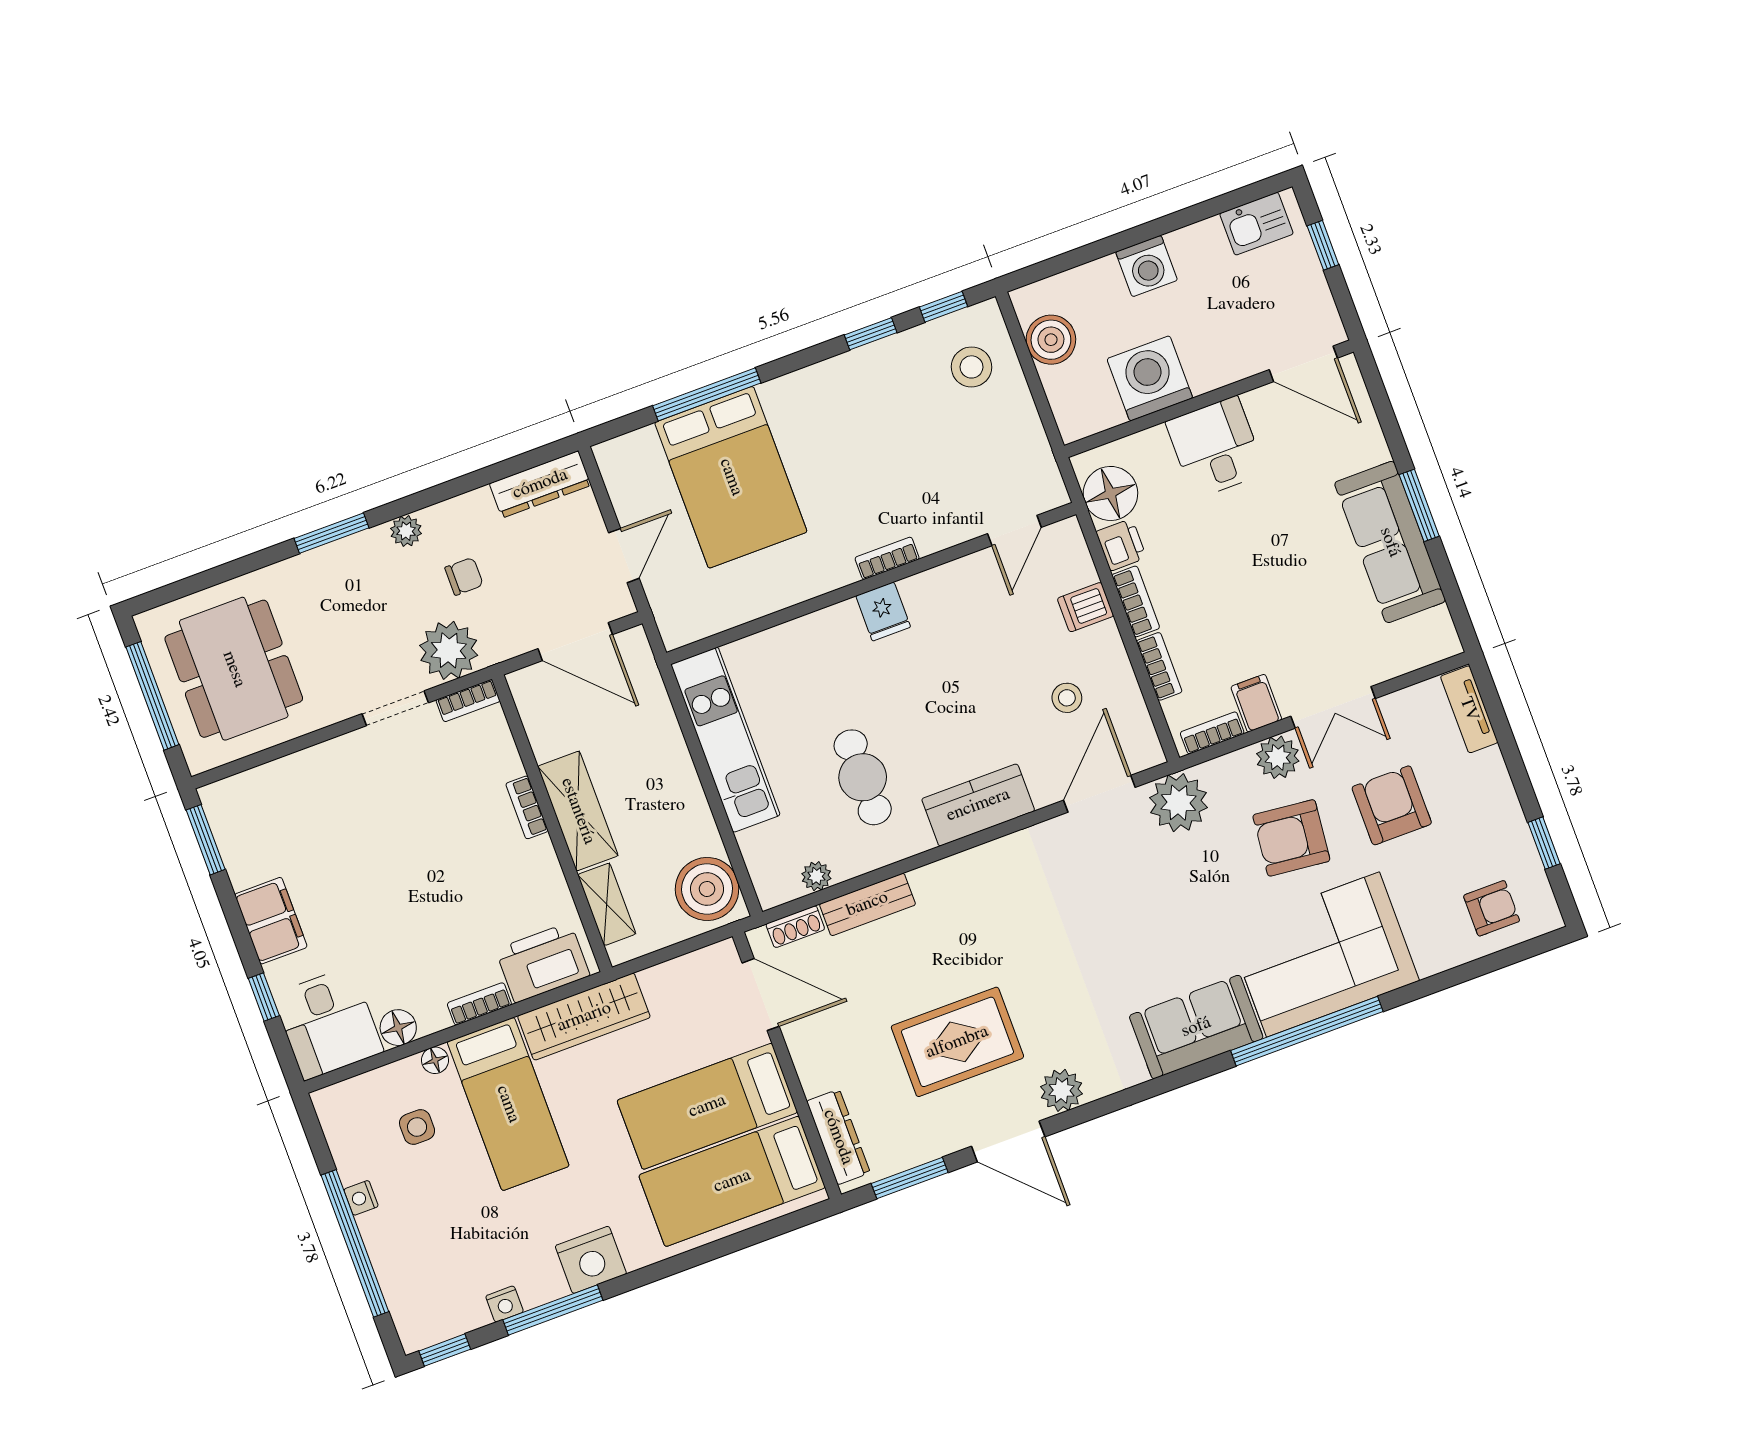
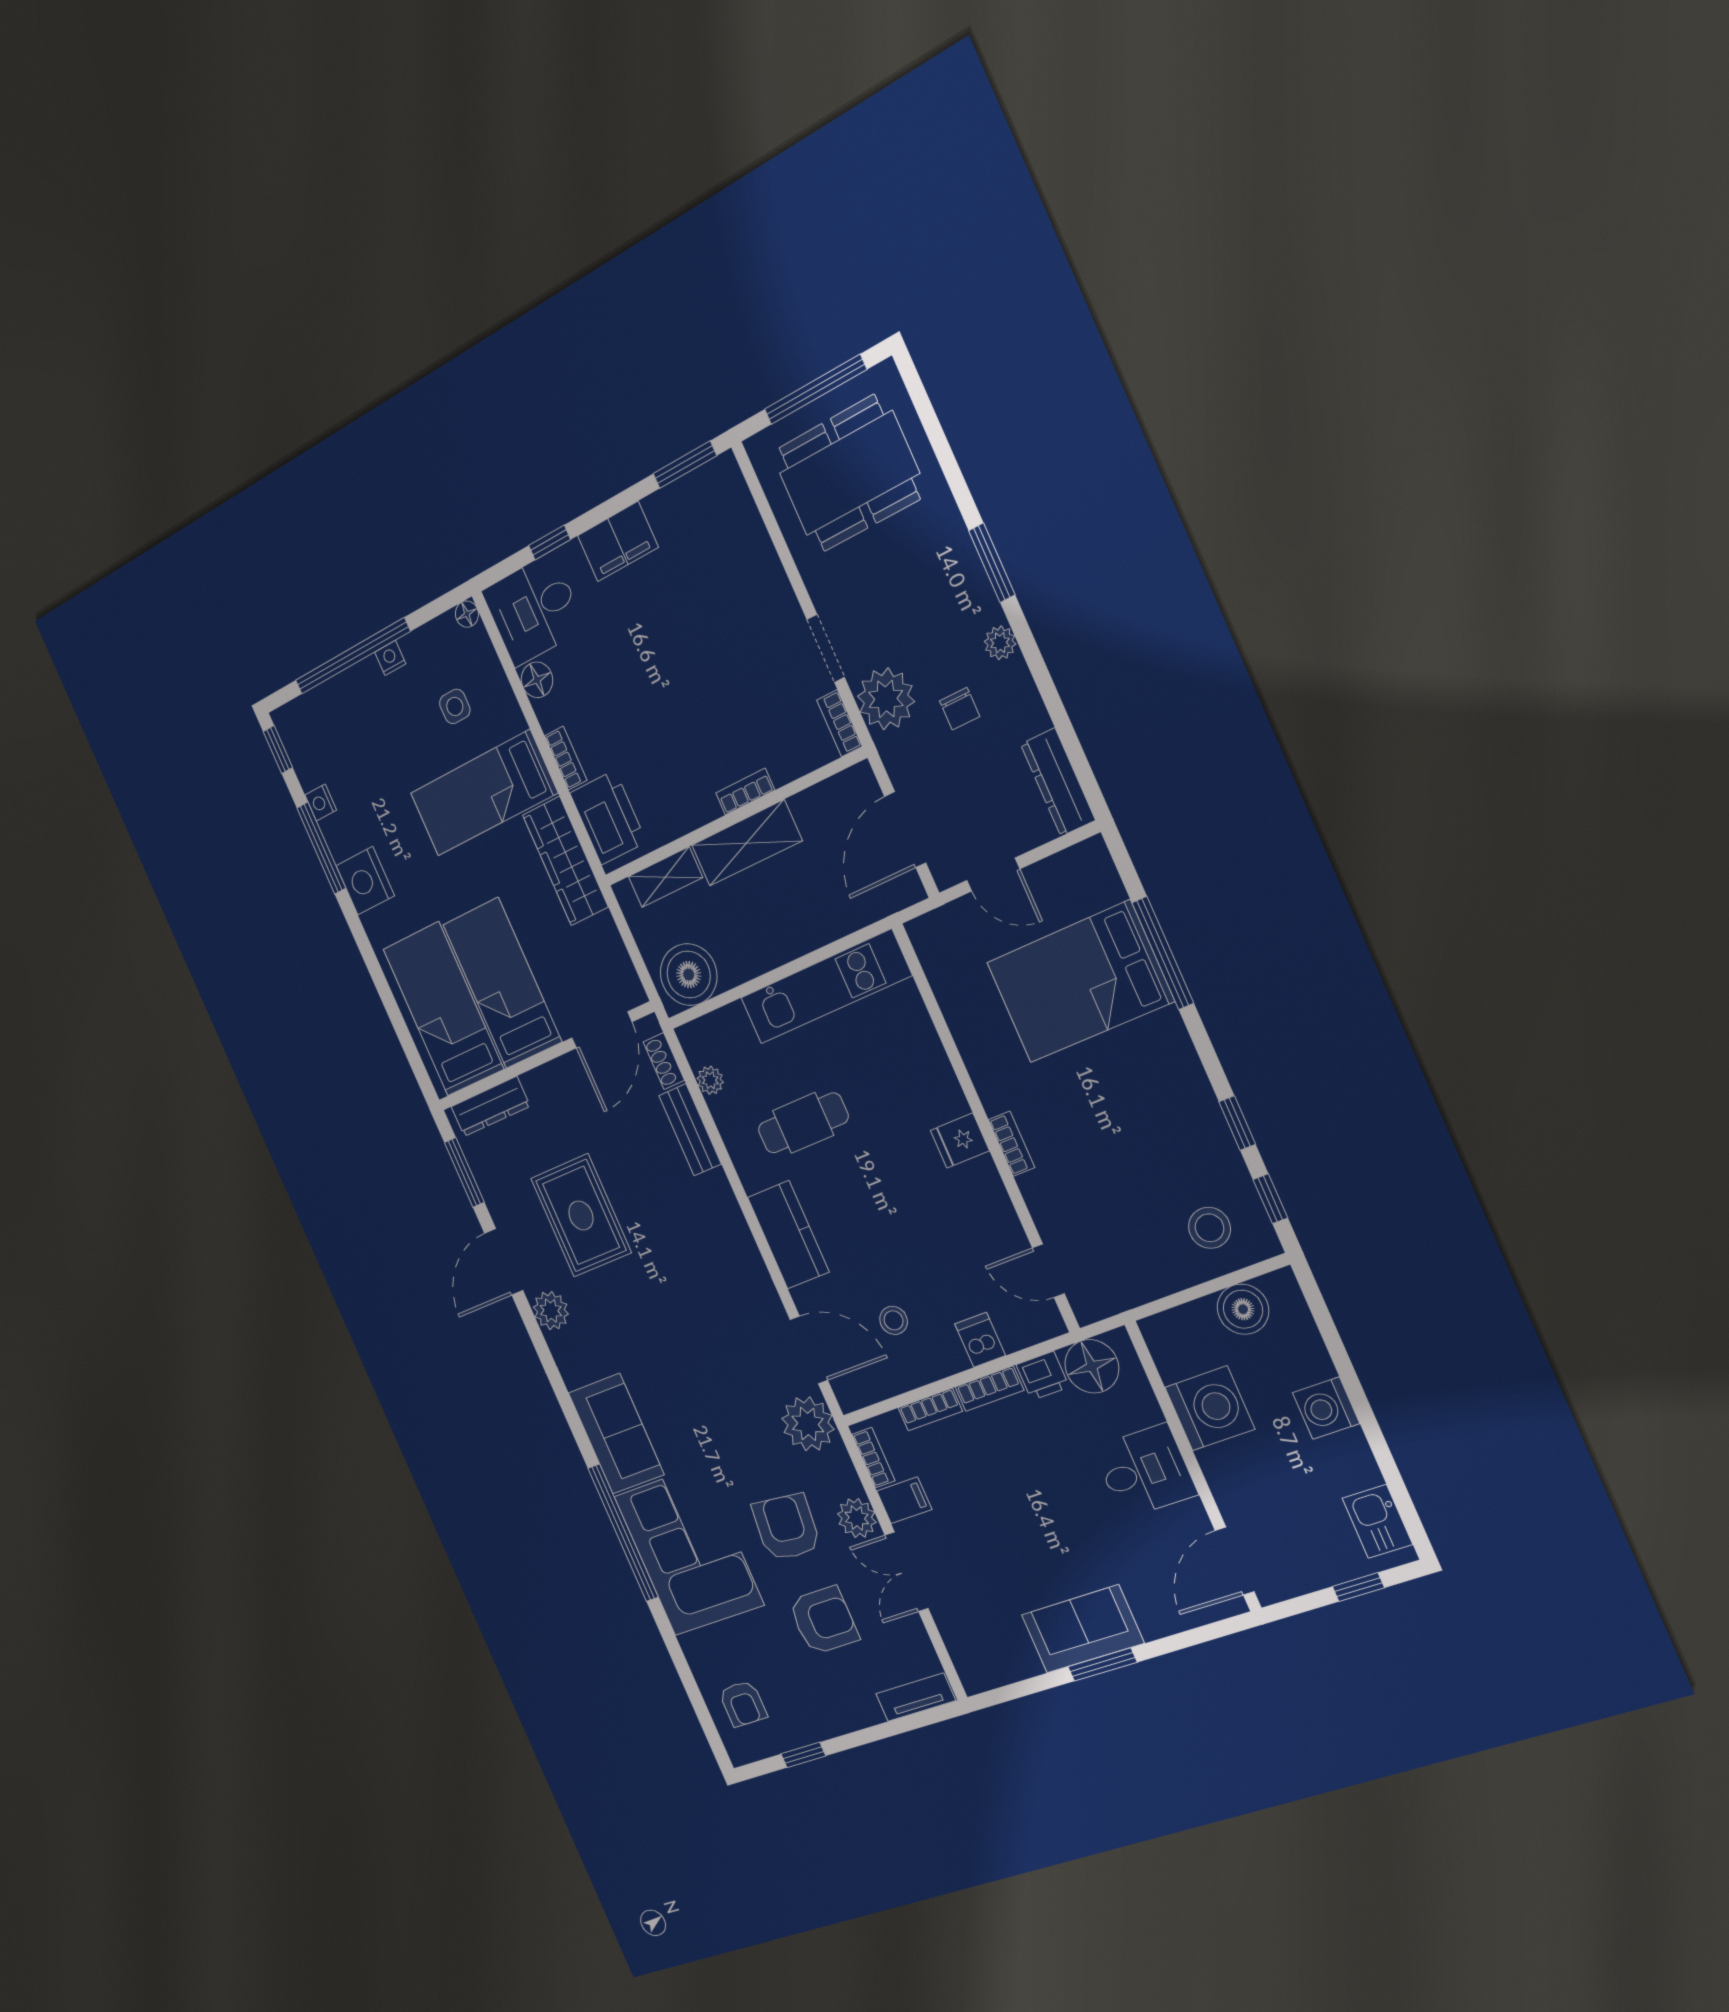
sofa: (1390, 542) -> (1083, 1629), width x0.73
floor lamp: (435, 1060) -> (467, 614), moved

